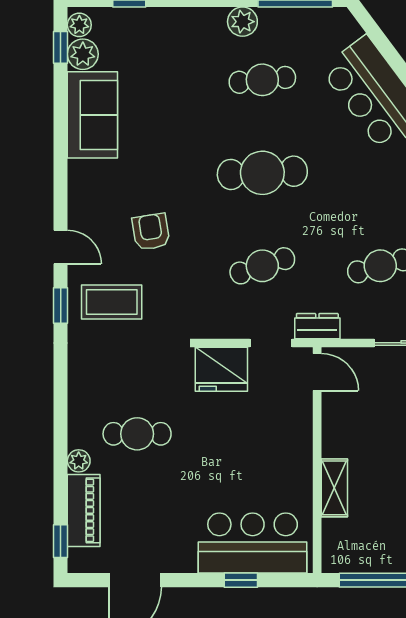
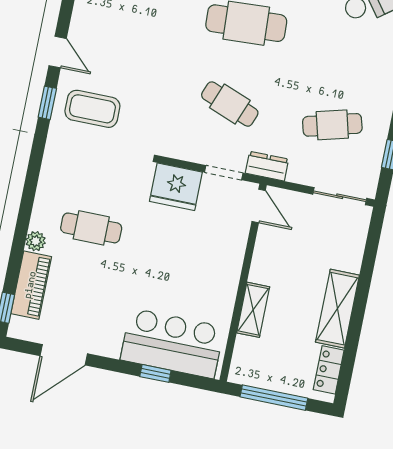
armchair: (151, 232) -> (139, 55), removed
cafe table: (262, 266) -> (230, 104), turned 39

